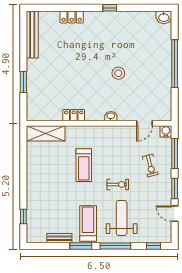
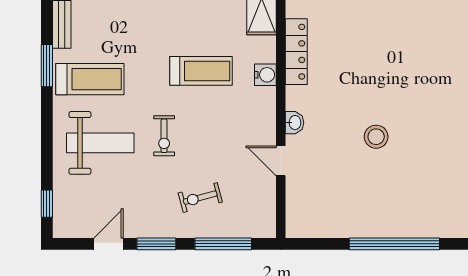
locker: (74, 115) -> (296, 52), width x1.53
door: (145, 123) -> (281, 161), moved
water cooler: (166, 131) -> (265, 75), moved
treadmill: (84, 165) -> (201, 71), turned 180
window: (115, 246) -> (47, 131), removed

